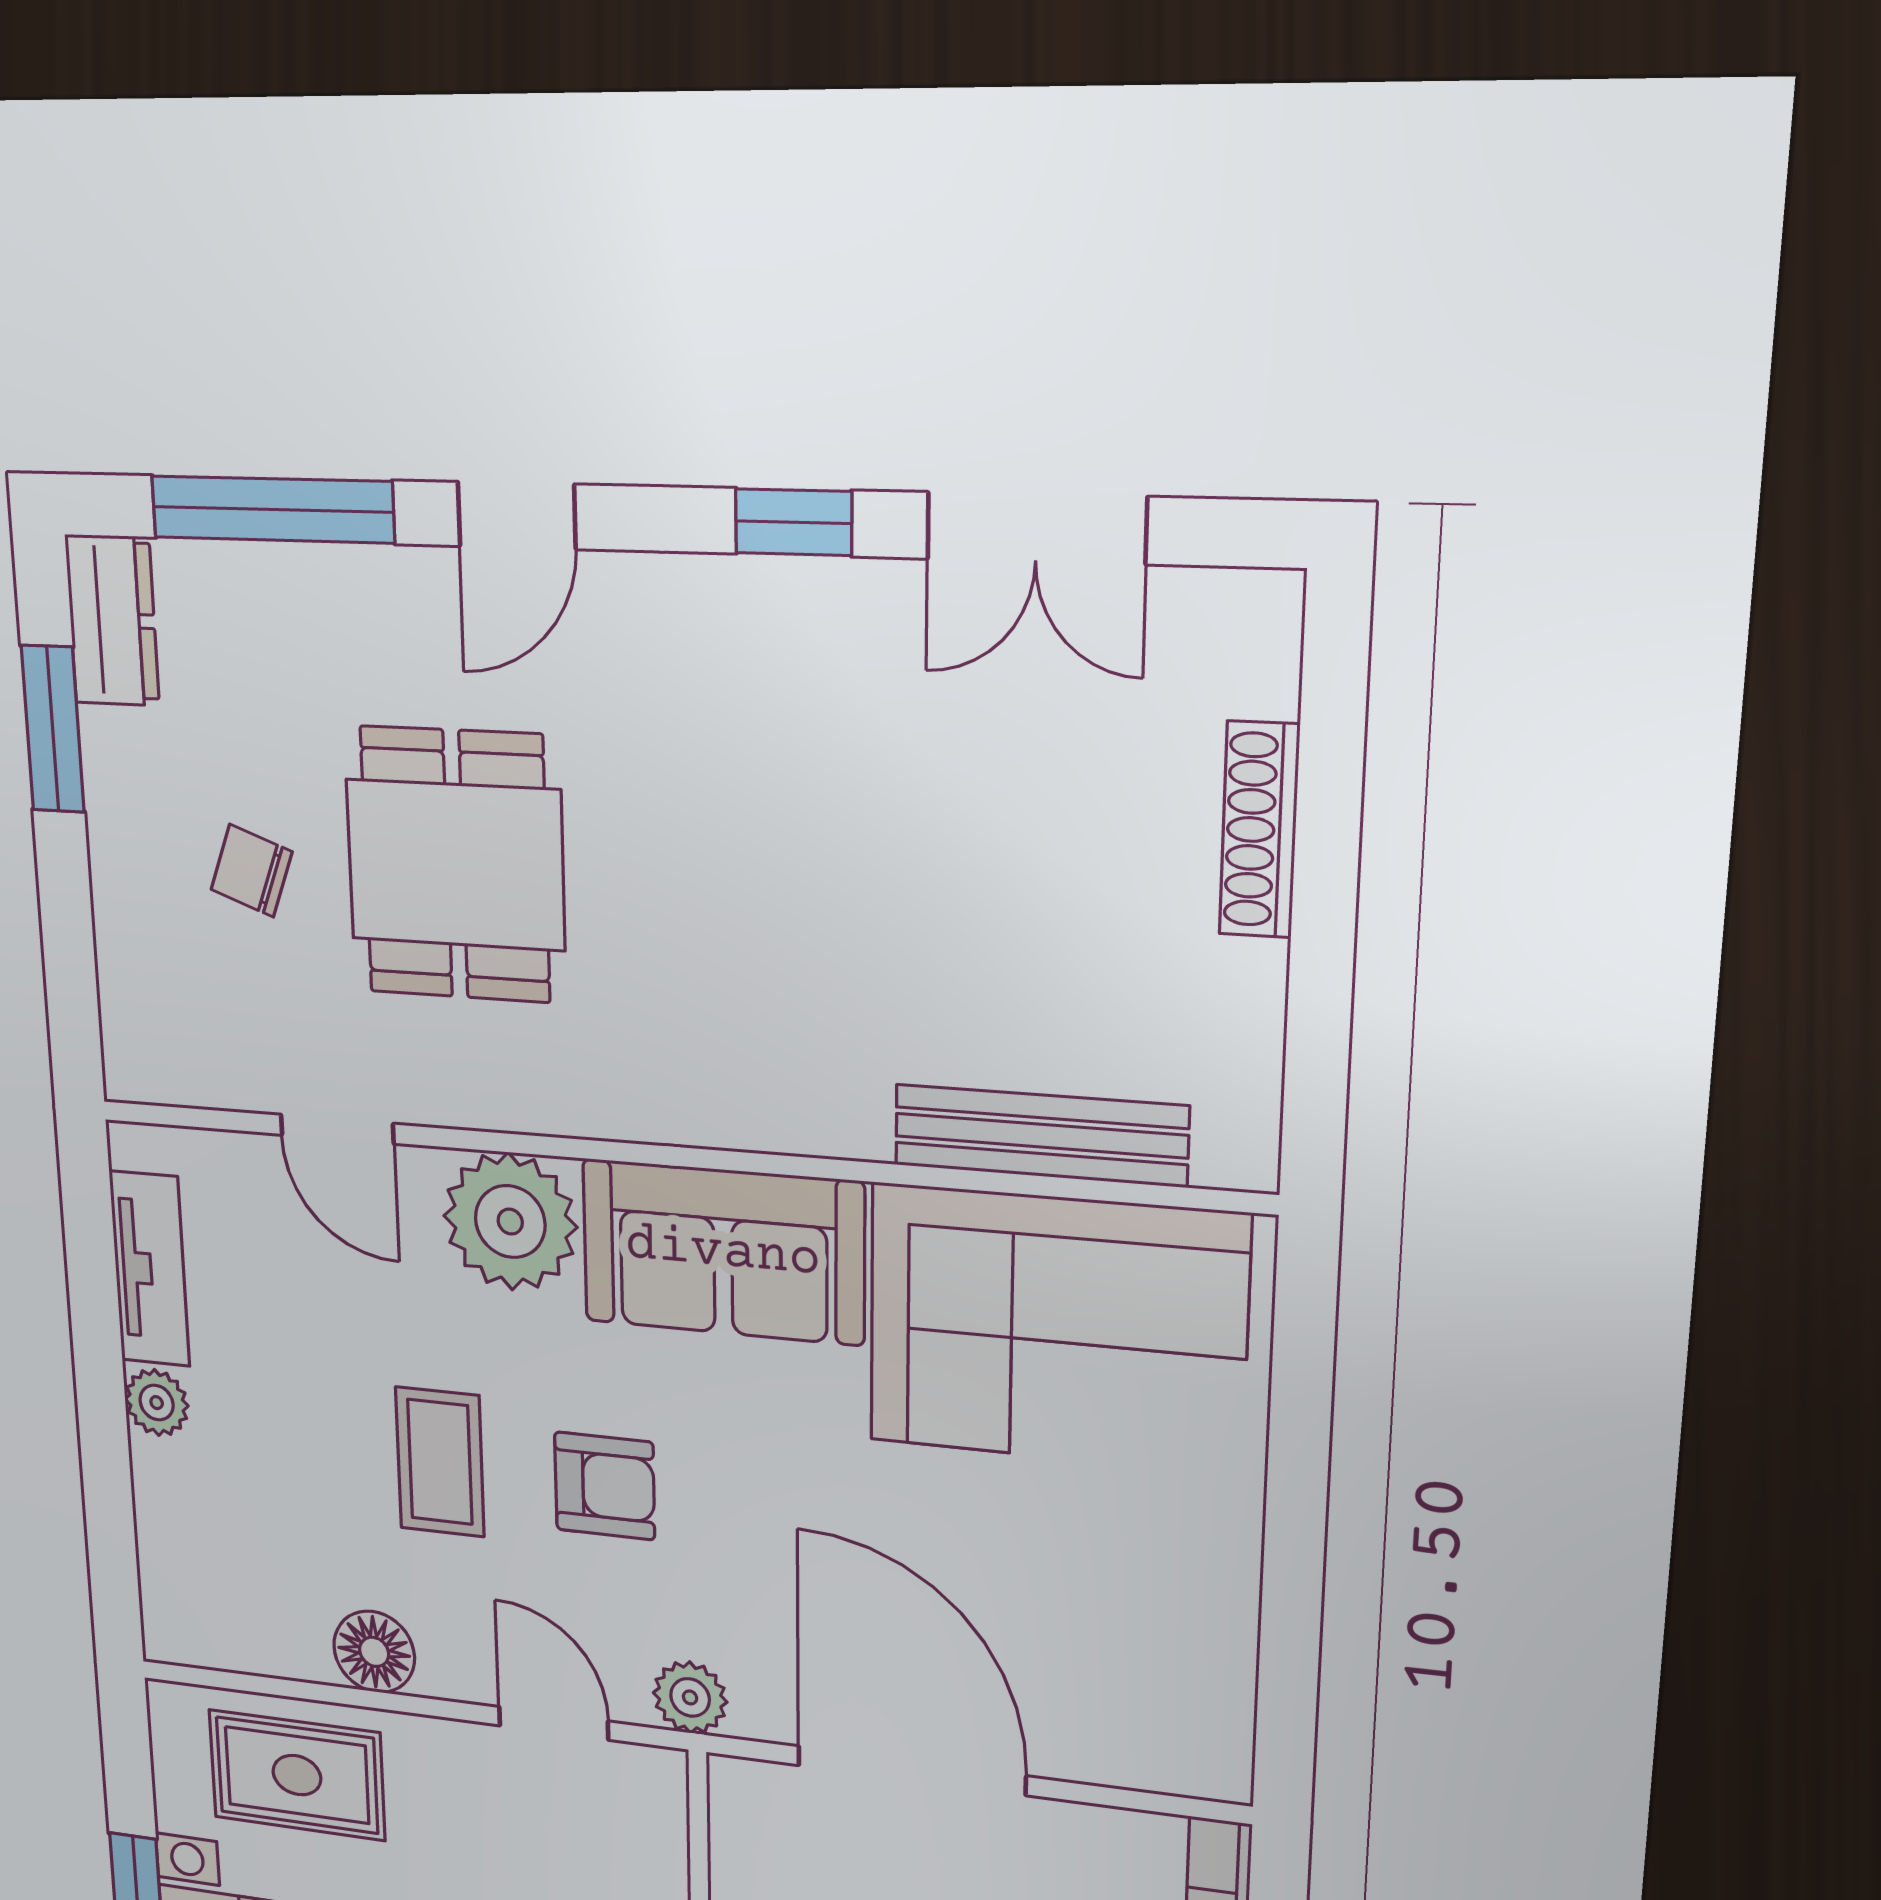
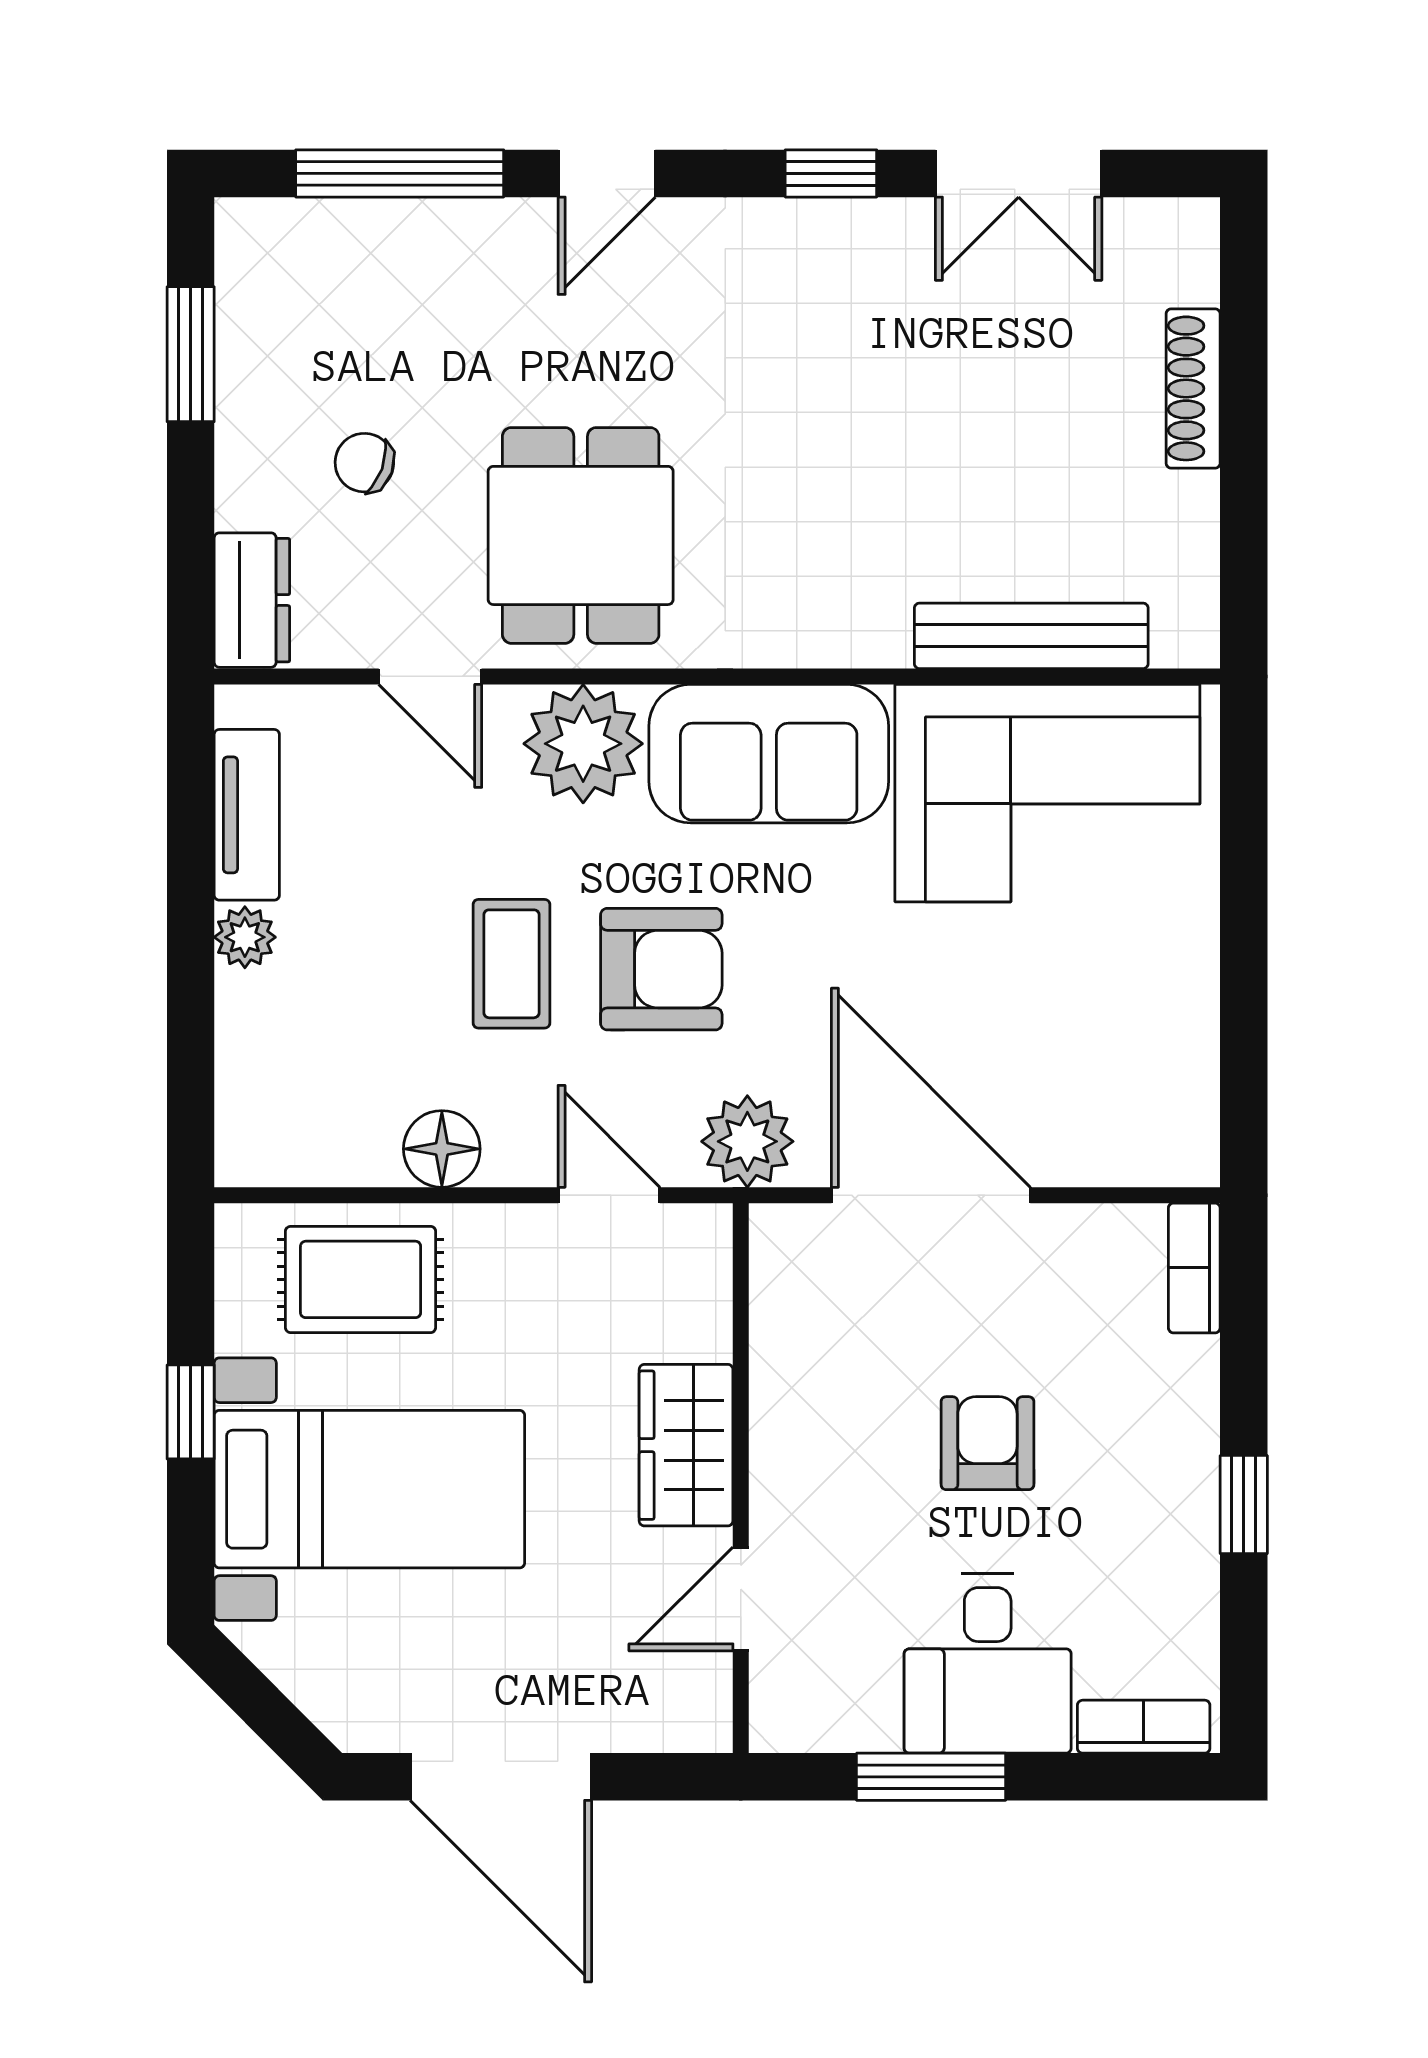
dresser: (112, 620) -> (252, 600), moved
dining table: (455, 865) -> (581, 535), moved
armchair: (605, 1486) -> (661, 969), width x1.38, depth x1.38
plant: (690, 1697) -> (747, 1141), width x1.38, depth x1.38

